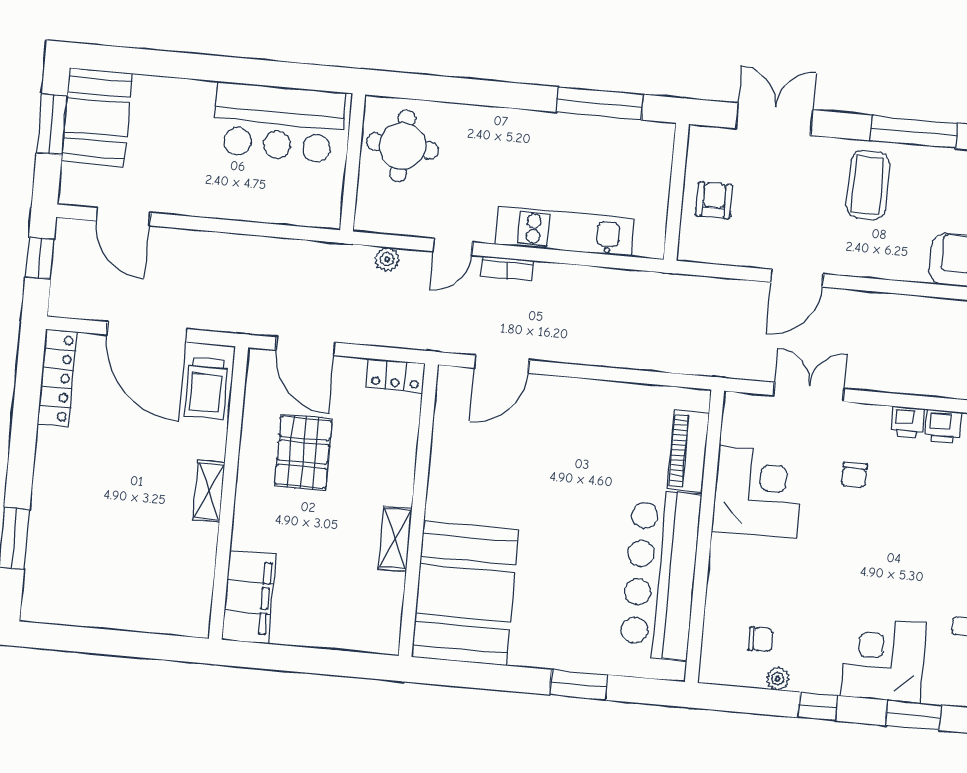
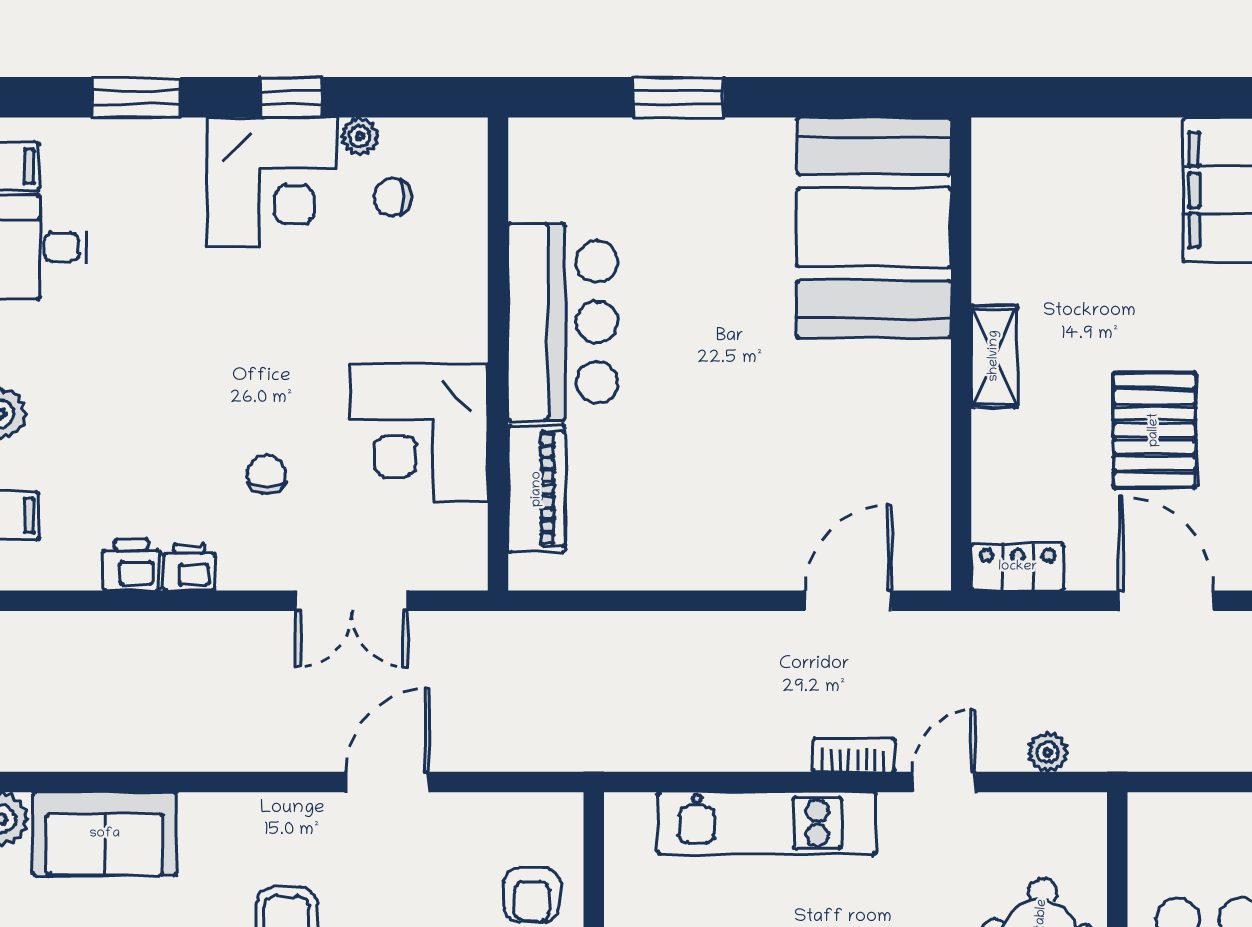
shelving: (395, 539) -> (994, 356), moved
bar counter: (661, 575) -> (563, 322), width x0.73
corner desk: (884, 660) -> (272, 182), moved

